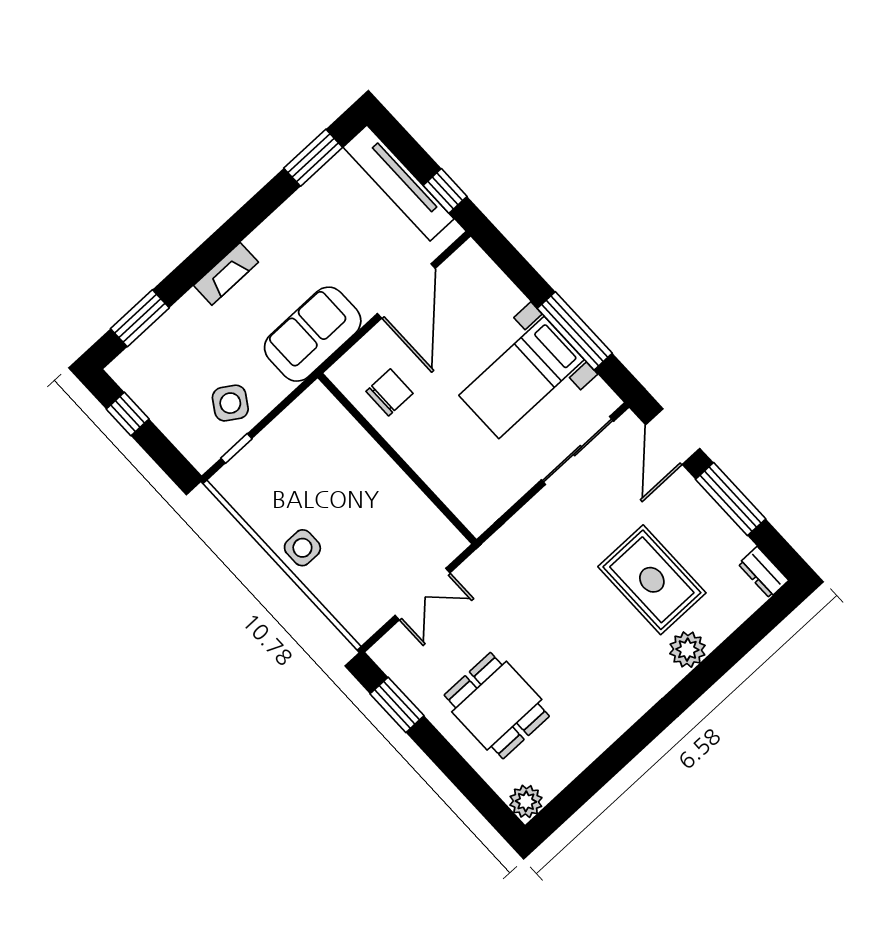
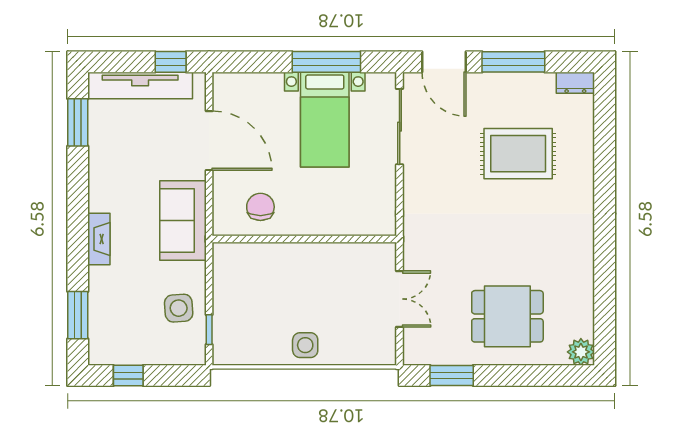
side table: (230, 403) -> (179, 308), turned -37
plant: (687, 650) -> (580, 171), removed

